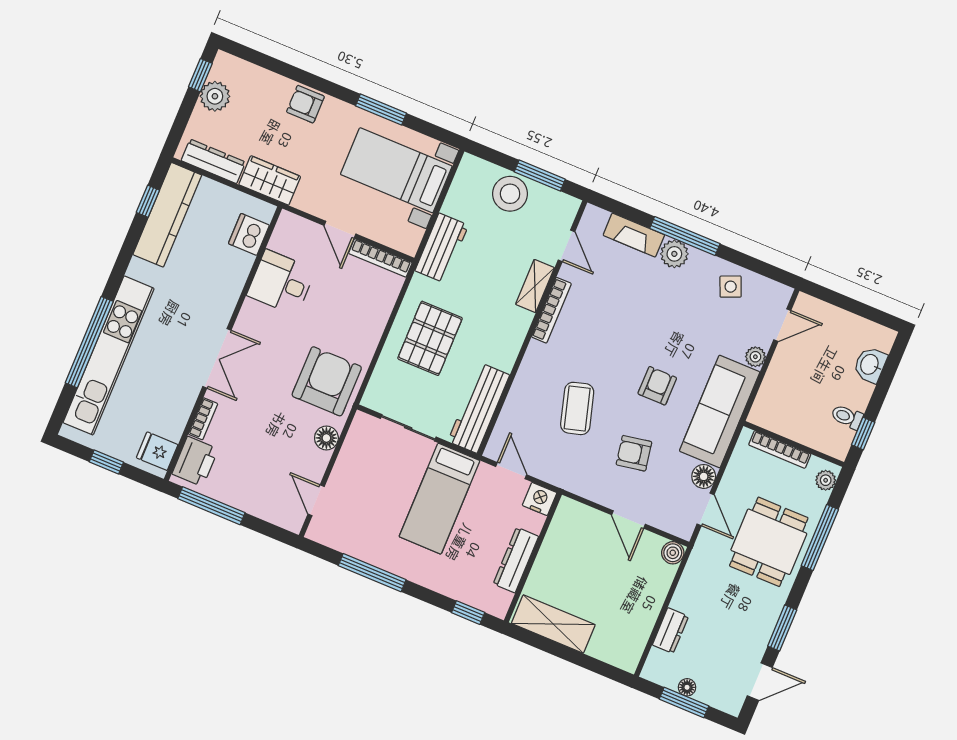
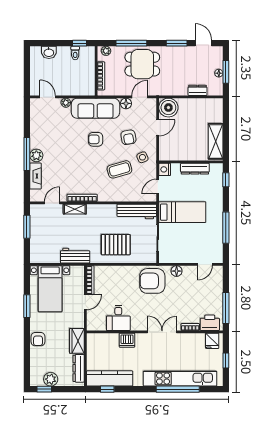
stool: (510, 194) -> (40, 236), removed
dishwasher: (249, 234) -> (127, 340), moved
side table: (731, 287) -> (142, 157), moved
boiler: (673, 553) -> (168, 108), width x1.86, depth x1.86

